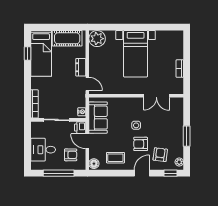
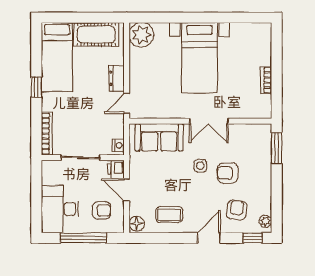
window: (27, 54) -> (36, 87), moved
door: (87, 84) -> (127, 103), swing flipped
double door: (156, 96) -> (209, 121), moved
sofa: (98, 118) -> (159, 137), moved, turned 90
window: (187, 136) -> (277, 148), moved
armchair: (141, 144) -> (228, 173), moved
desk: (43, 150) -> (60, 209), width x1.37

